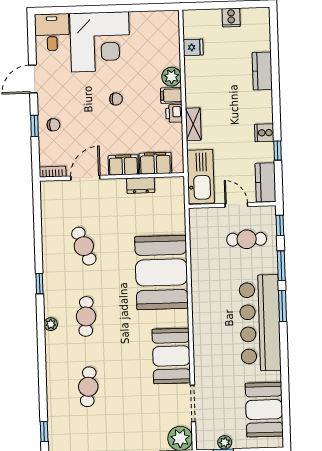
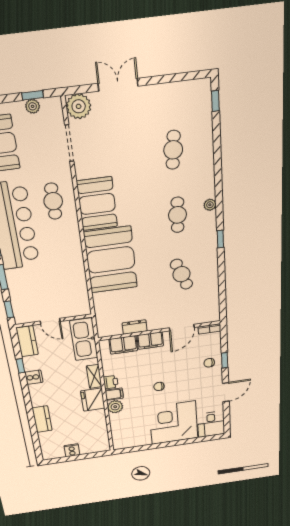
fridge: (193, 47) -> (93, 400), moved, width x1.88, depth x1.34
cafe table: (247, 239) -> (53, 201), moved, turned 90
booth: (171, 356) -> (97, 204), moved

